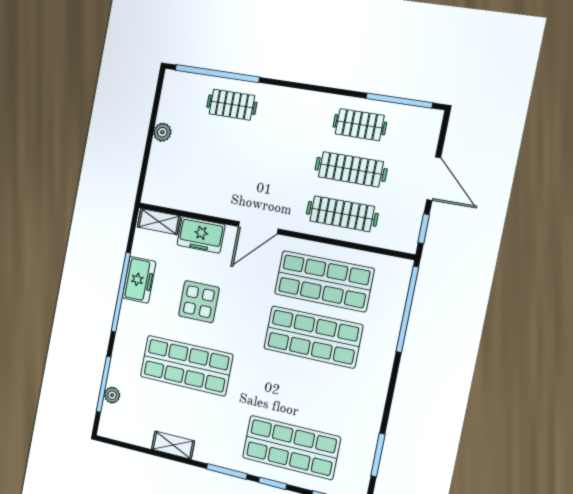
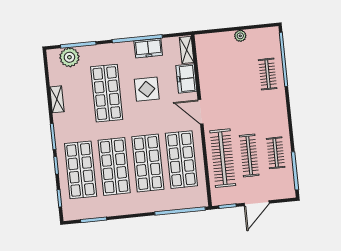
clothes rail: (342, 214) -> (223, 158), width x1.37, depth x1.31
shop shelf: (302, 392) -> (114, 166), added
plant: (112, 395) -> (69, 57), width x1.88, depth x1.88

